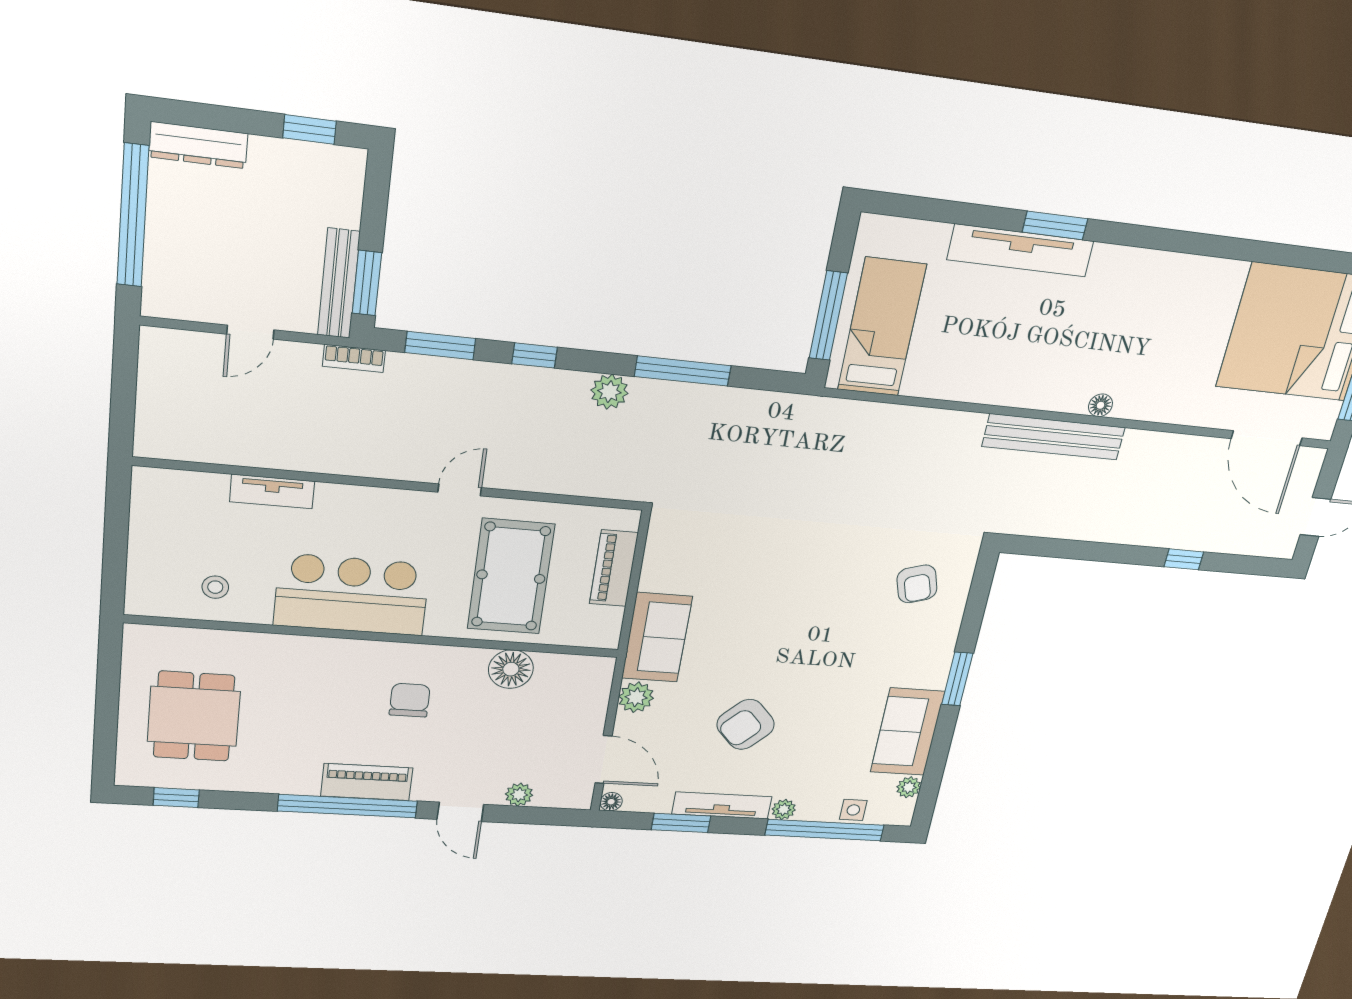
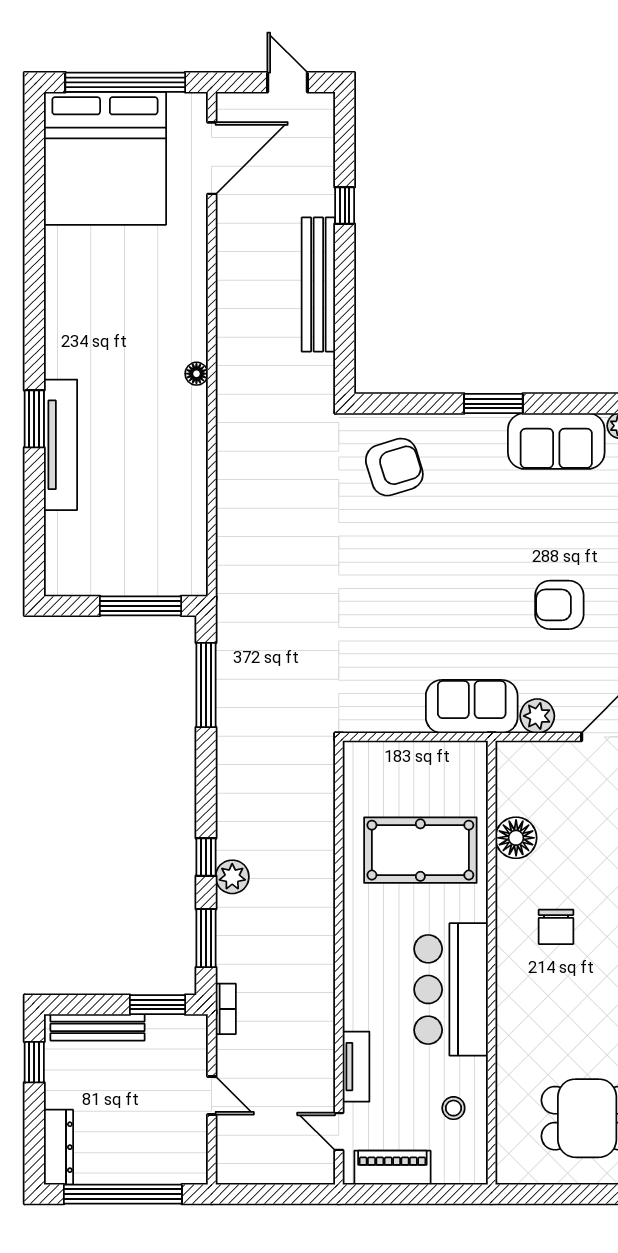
bench: (339, 283) -> (98, 1027), moved
bed: (882, 327) -> (145, 555), removed
window: (683, 371) -> (206, 685), moved
plant: (609, 392) -> (232, 877), moved
floor lamp: (1100, 405) -> (196, 374), moved
bench: (1054, 437) -> (318, 285), moved
door: (460, 490) -> (339, 1131), moved
piano: (614, 568) -> (392, 1168), moved, turned 180
armchair: (917, 584) -> (394, 467), width x1.38, depth x1.38
chair: (410, 700) -> (556, 927), turned -90
armchair: (746, 724) -> (559, 605), turned 134

